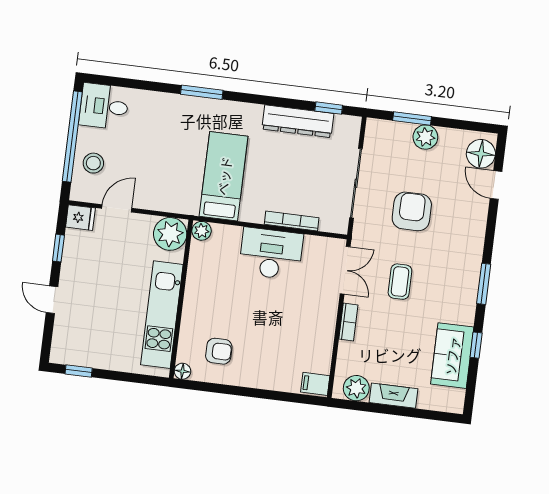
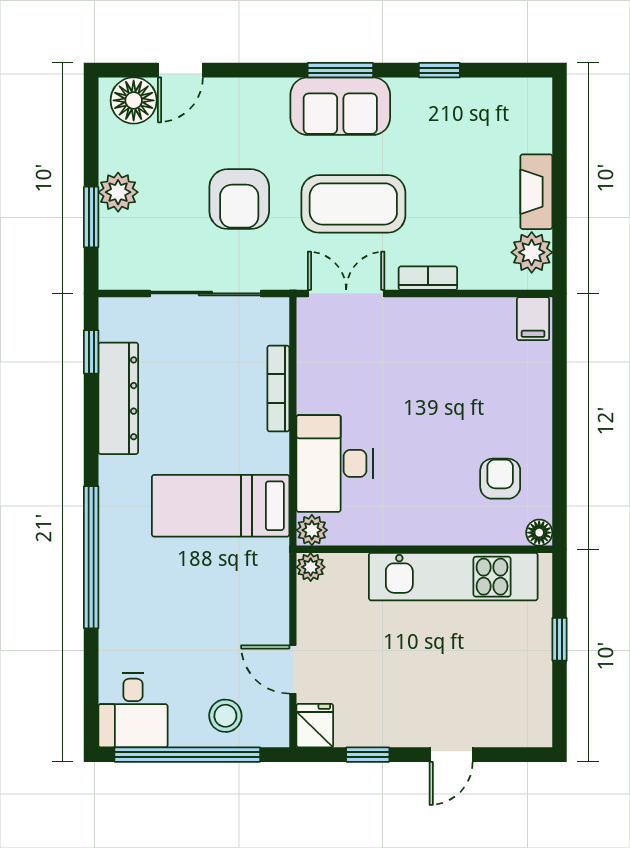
window: (202, 92) -> (91, 557), width x2.11
armchair: (412, 211) -> (239, 199), turned -90
plant: (170, 234) -> (311, 567), width x0.53, depth x0.53
desk: (271, 254) -> (335, 463), moved
coffee table: (400, 282) -> (353, 204), width x1.86, depth x1.72
sofa: (452, 356) -> (340, 106), moved
window: (79, 371) -> (559, 639), moved

